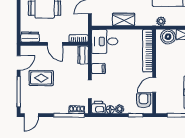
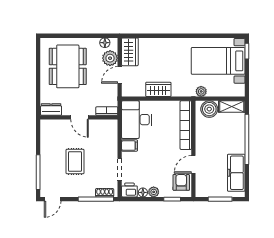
desk: (105, 41) -> (137, 120), width x1.37
dresser: (83, 55) -> (112, 130), removed
door: (19, 63) -> (38, 139), removed
rug: (41, 78) -> (75, 161), moved, turned 90

